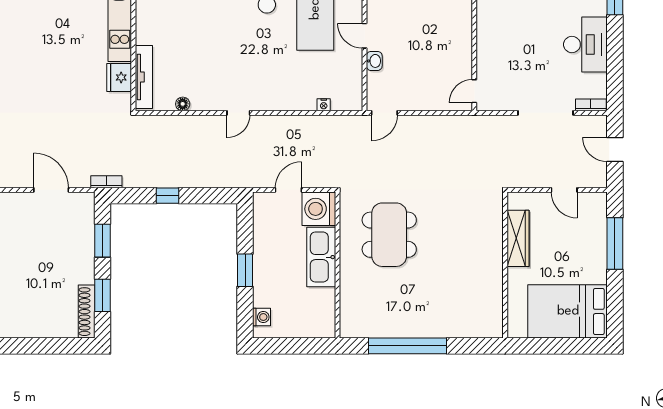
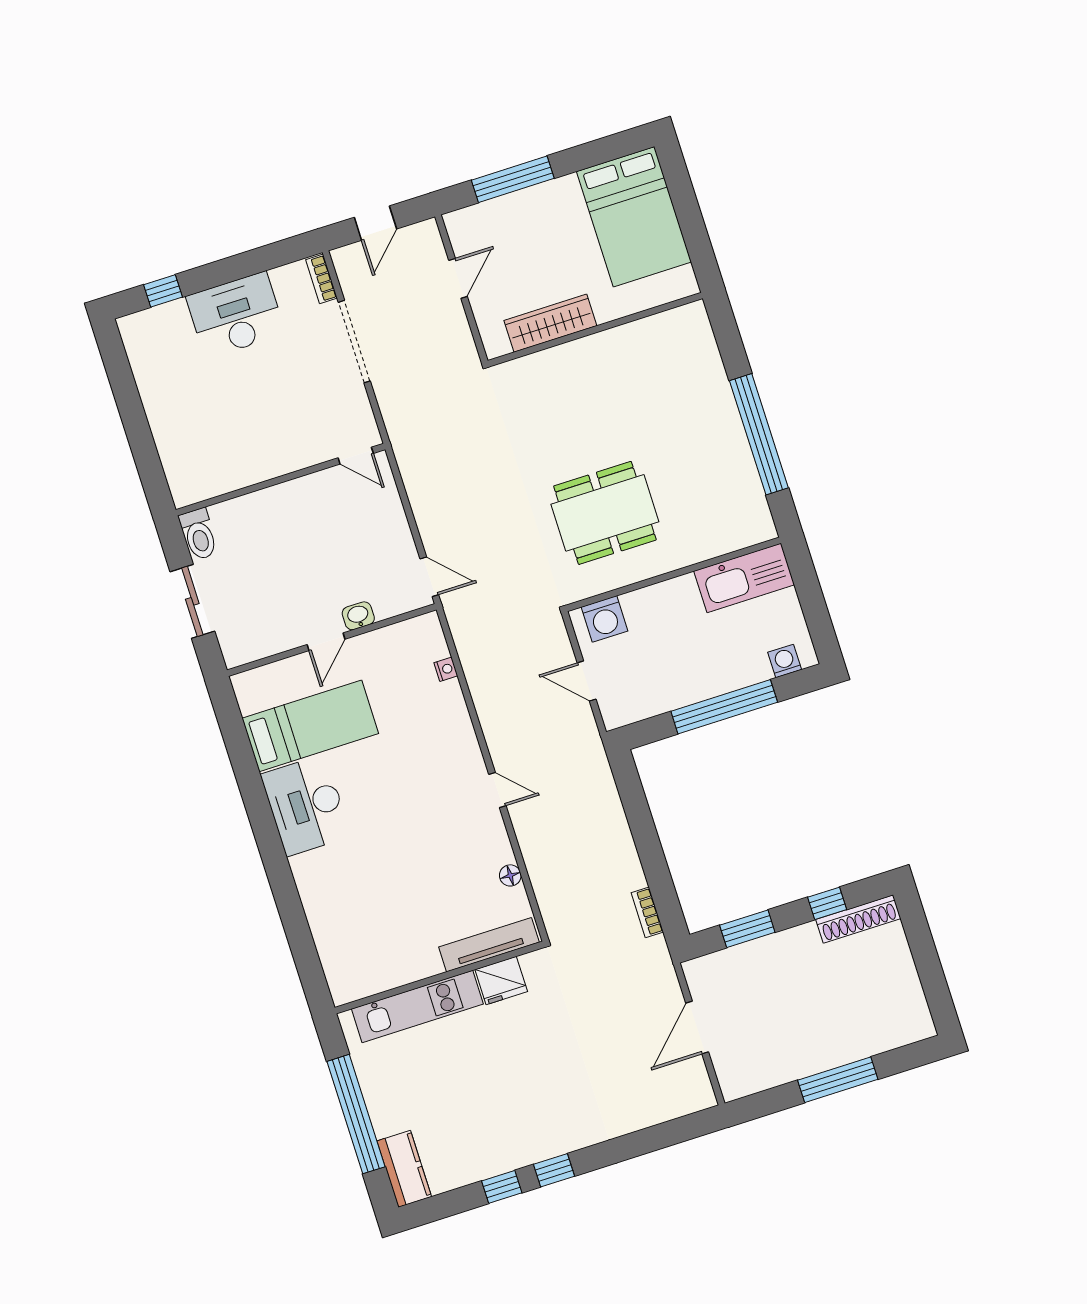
bookcase: (106, 182) -> (647, 912), moved
window: (167, 196) -> (651, 855), removed
washing machine: (319, 209) -> (605, 619), width x0.73, depth x0.73
kitchen sink: (321, 257) -> (744, 578), moved
window: (245, 270) -> (724, 707), width x2.11
window: (103, 295) -> (827, 903), width x0.67

